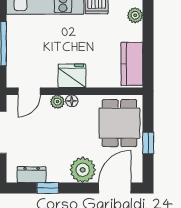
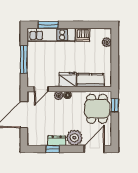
kitchen counter: (132, 64) -> (90, 80), moved, turned 90
window: (148, 143) -> (115, 105), moved
dresser: (32, 175) -> (57, 141), moved

